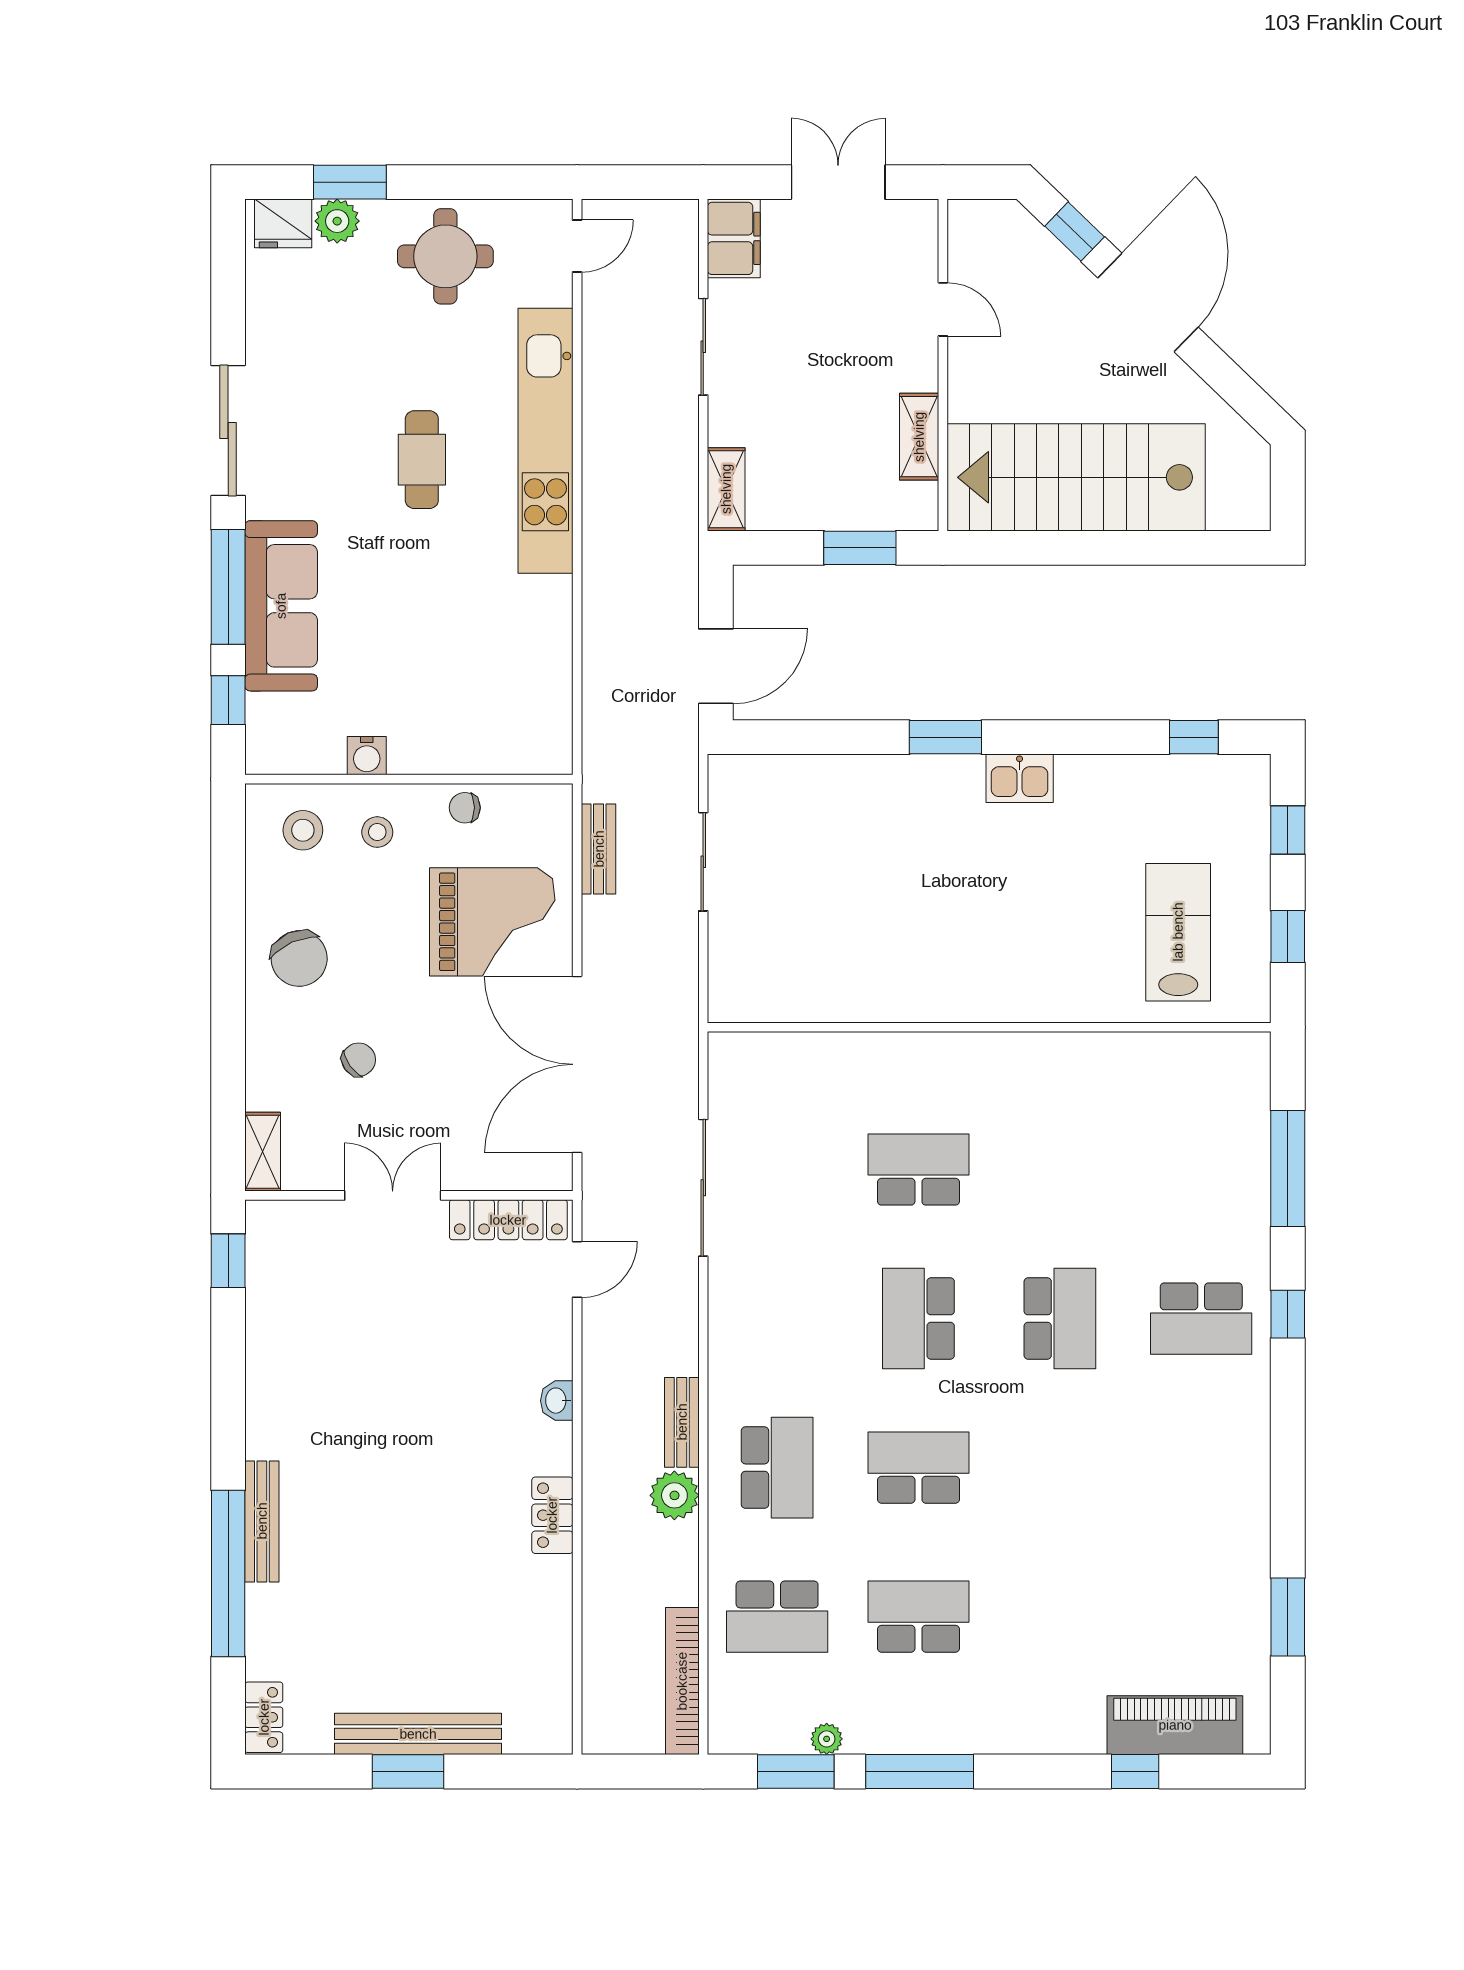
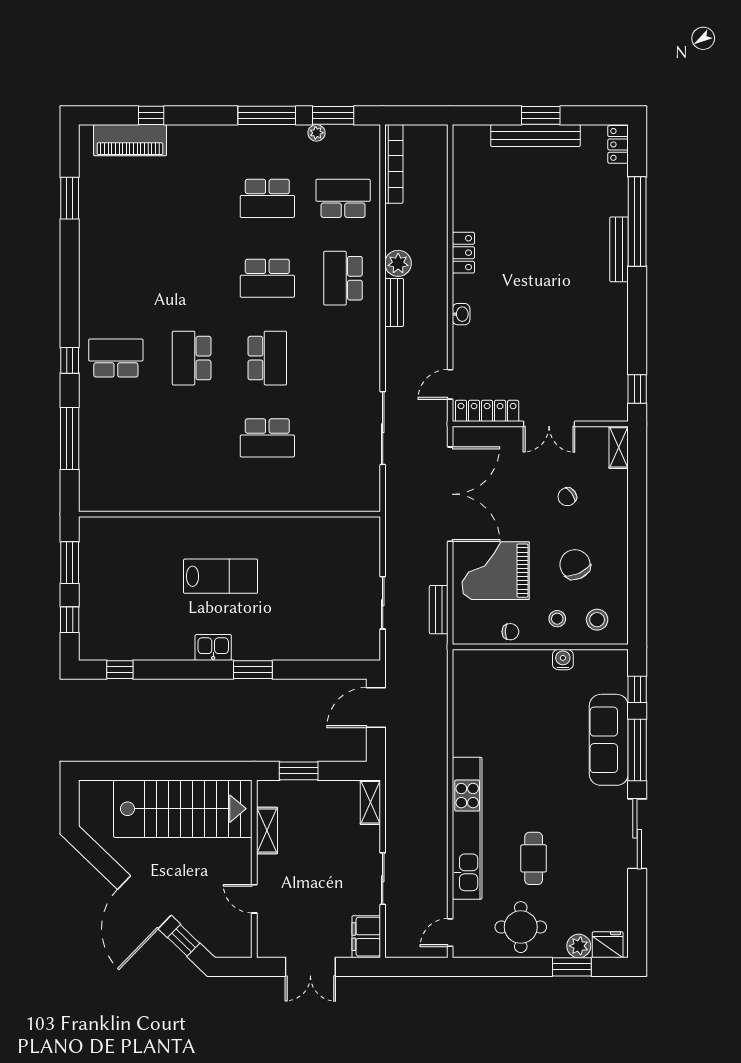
cafe table: (422, 460) -> (534, 858), moved
lab bench: (1178, 932) -> (221, 576), moved, turned -90
window: (1288, 937) -> (70, 563), width x1.50
chair: (299, 958) -> (575, 565), moved

